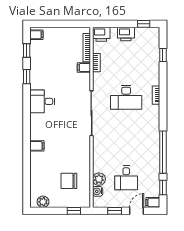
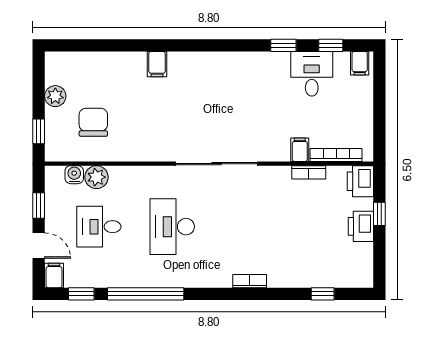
window: (144, 24) -> (379, 214), moved
desk: (126, 97) -> (172, 227), moved
desk: (42, 101) -> (312, 74), moved
plant: (43, 202) -> (55, 96), moved

